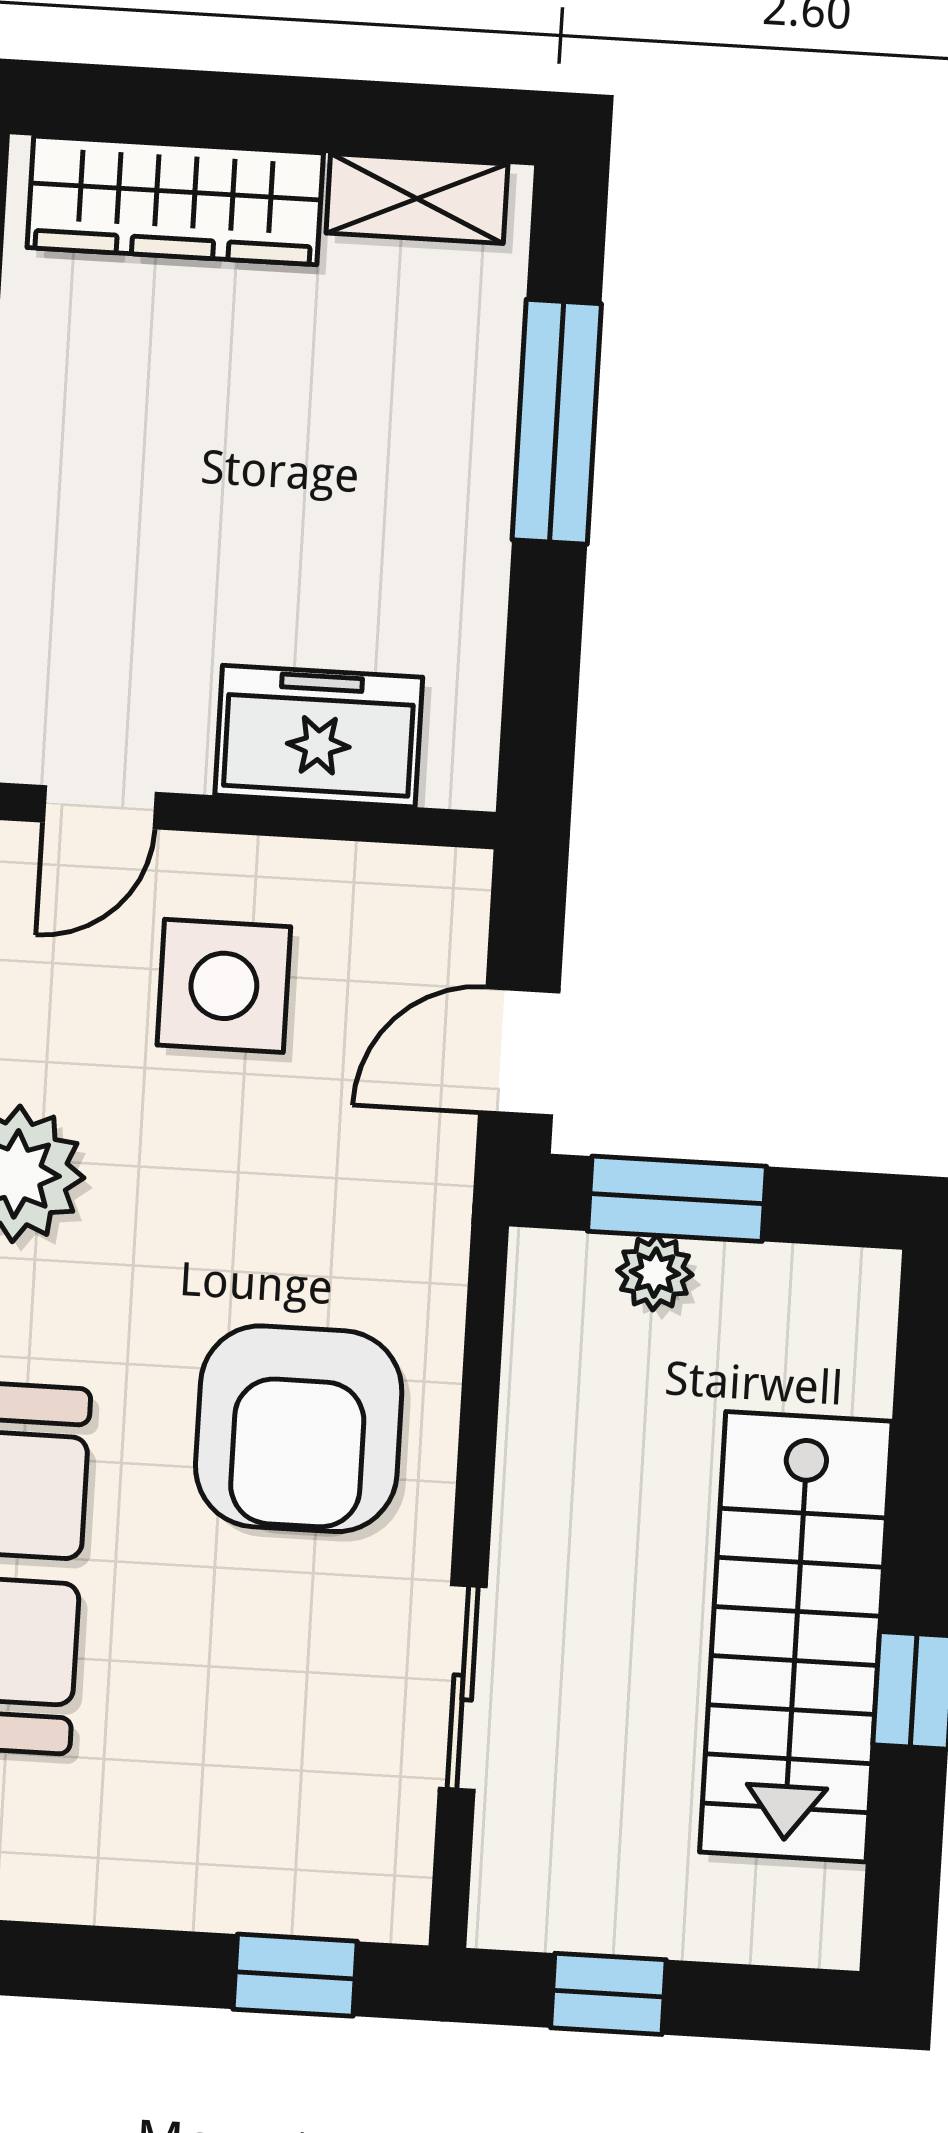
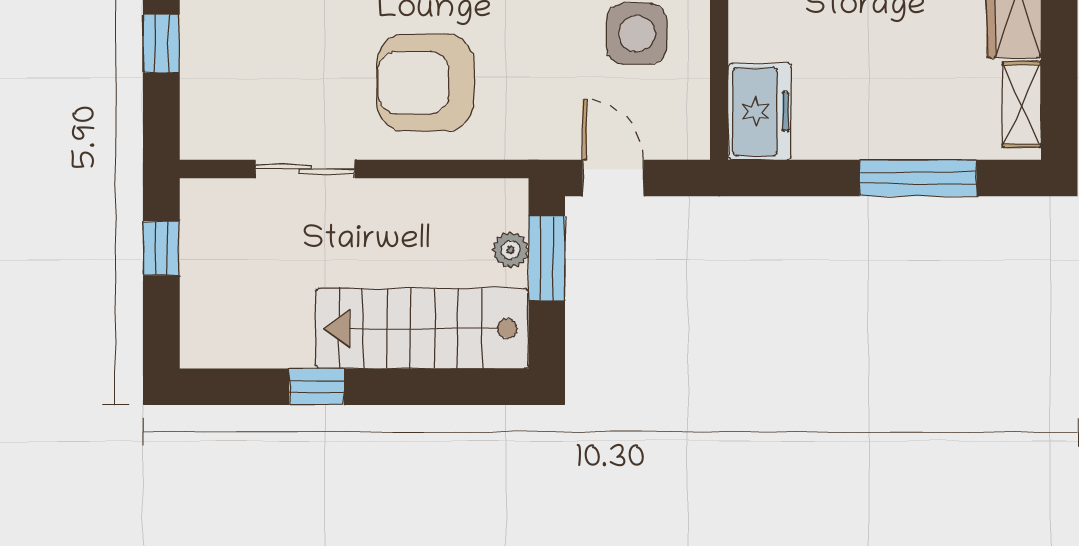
freezer: (319, 736) -> (760, 112), moved
stairs: (796, 1637) -> (422, 328), moved
window: (295, 1975) -> (161, 44), moved

